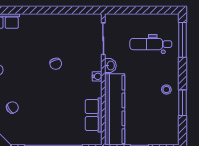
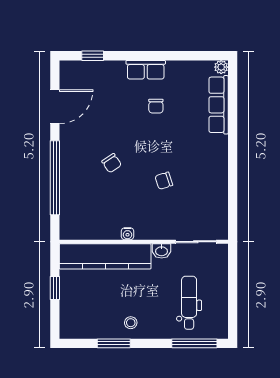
water cooler: (97, 76) -> (128, 234), moved
chair: (12, 107) -> (112, 163), moved
row of seats: (94, 115) -> (98, 229), removed

